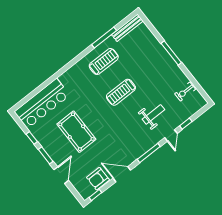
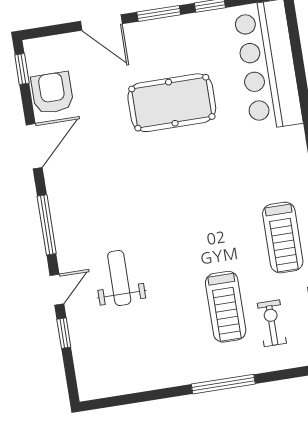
treadmill: (121, 92) -> (226, 307), moved, turned 180
exercise bike: (185, 92) -> (272, 323), moved
weight bench: (153, 114) -> (119, 278), turned 180
door: (171, 135) -> (57, 290), swing flipped

